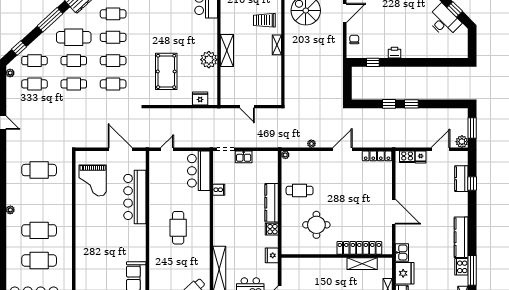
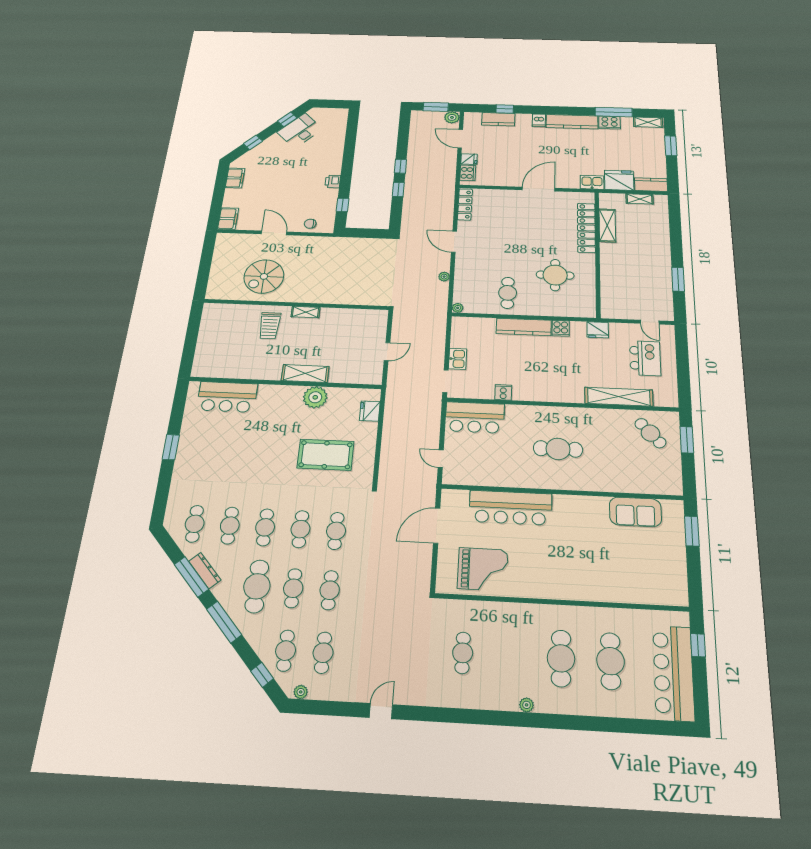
cafe table: (39, 170) -> (463, 653), width x0.73, depth x0.74
dishwasher: (461, 211) -> (539, 120), added

